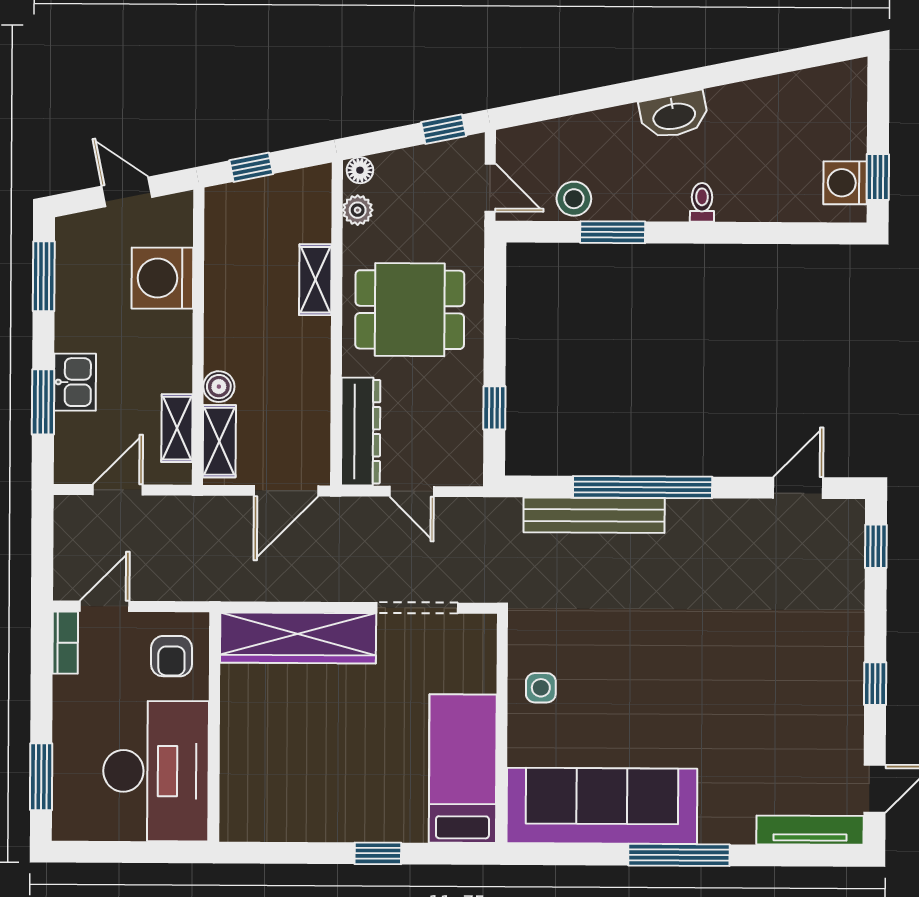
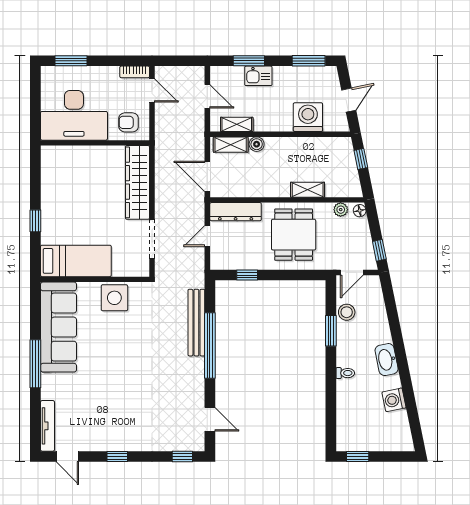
washing machine: (845, 183) -> (394, 400), moved, turned -101
side table: (541, 688) -> (114, 298), width x1.87, depth x1.87

